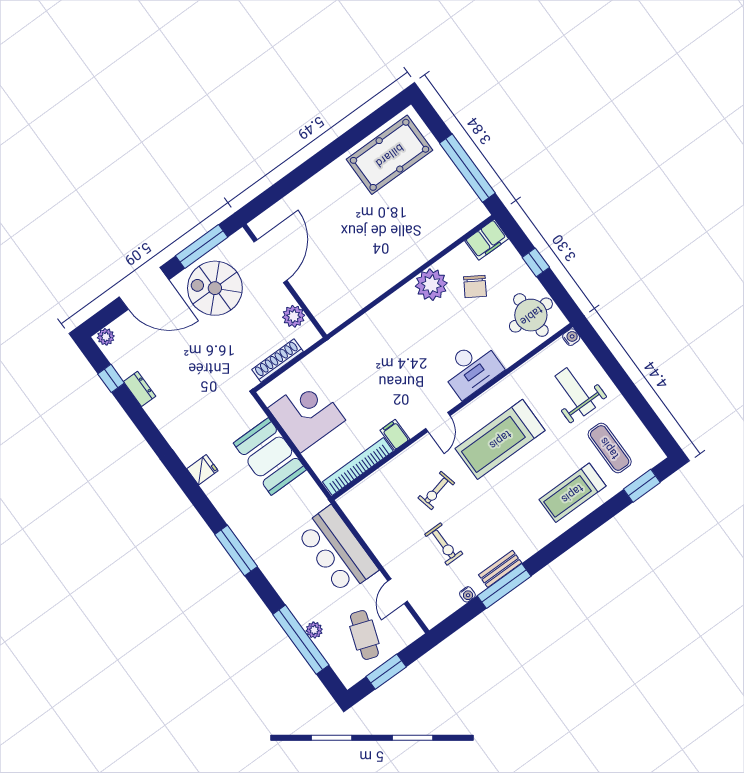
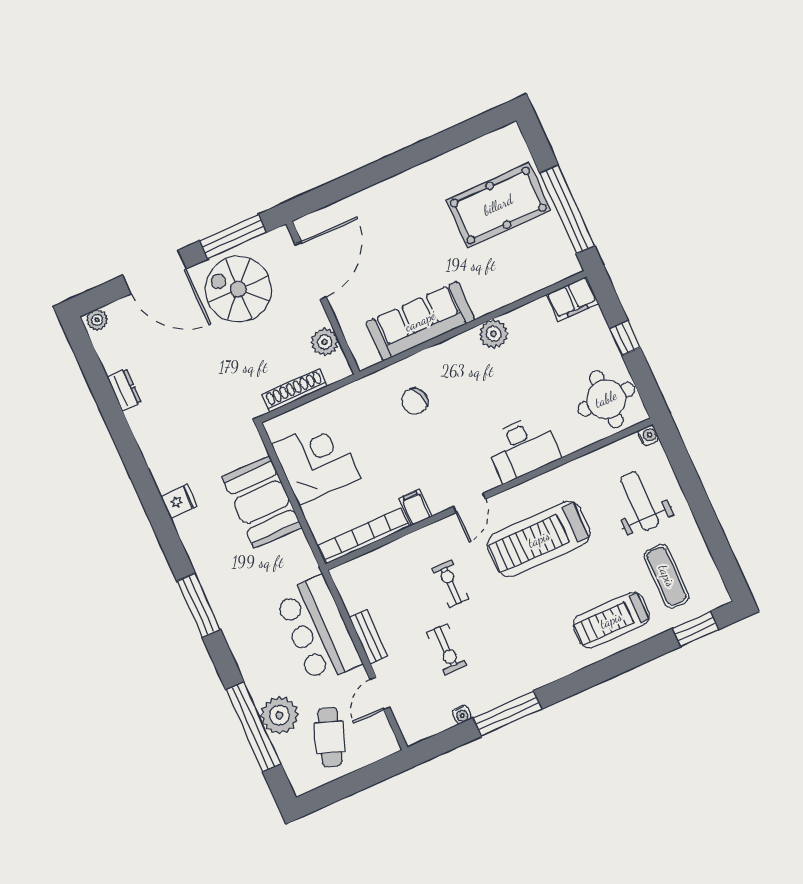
pool table: (389, 155) -> (498, 205), moved
sofa: (367, 283) -> (420, 321), added
plant: (431, 285) -> (494, 334), width x0.73, depth x0.73
chair: (475, 287) -> (415, 401), moved, turned 38
window: (111, 378) -> (93, 370), removed
exercise bike: (436, 491) -> (451, 584), turned 103
bench: (500, 569) -> (368, 637), moved, turned 90
plant: (314, 630) -> (280, 715), width x1.88, depth x1.88
window: (386, 672) -> (346, 786), removed

